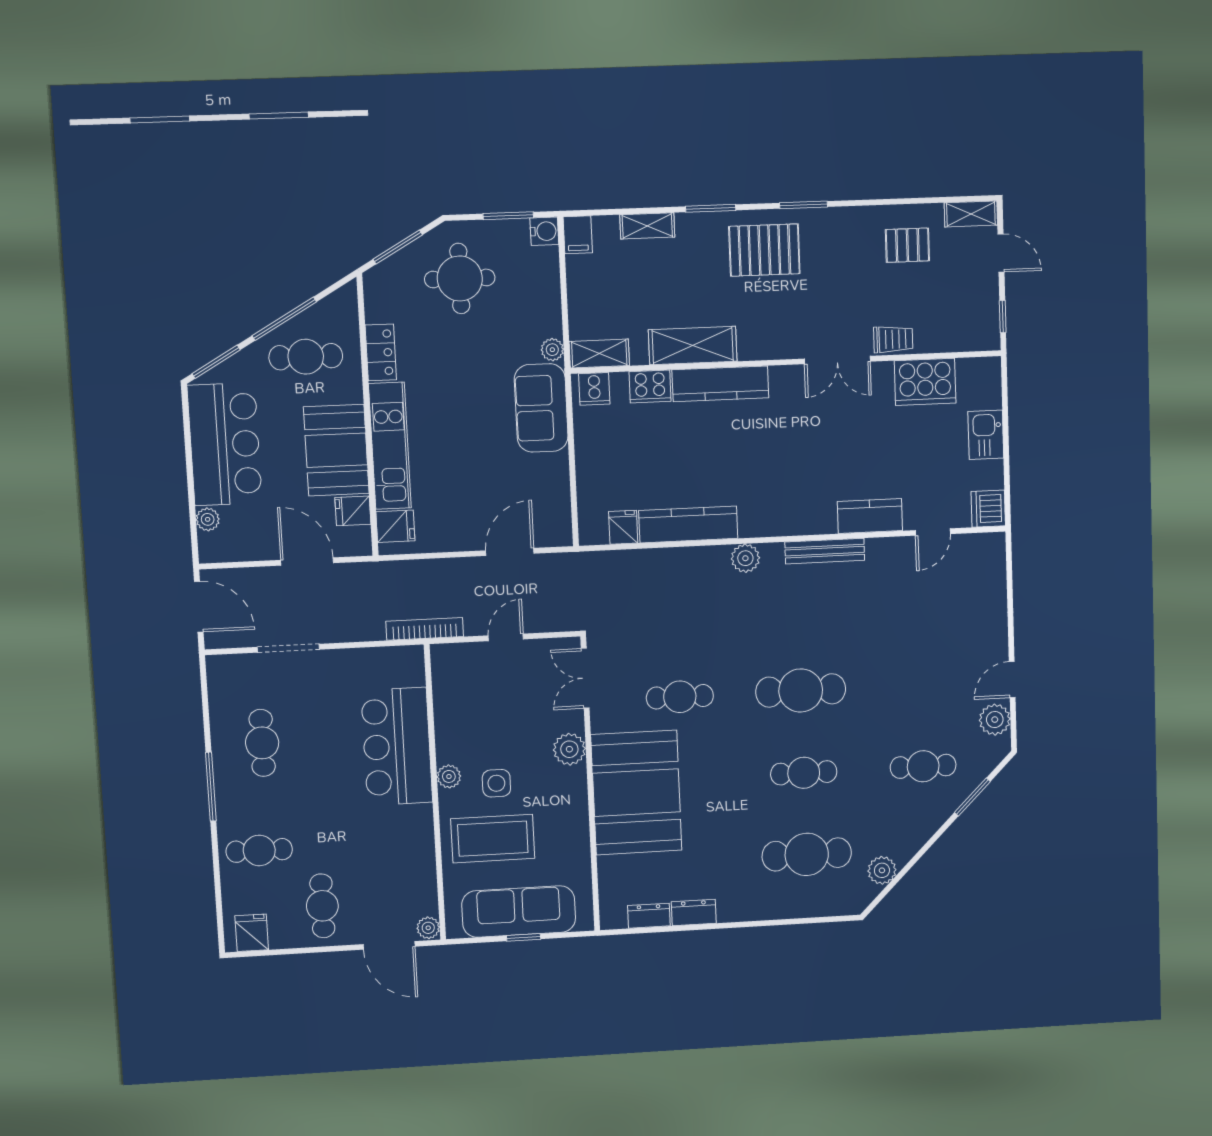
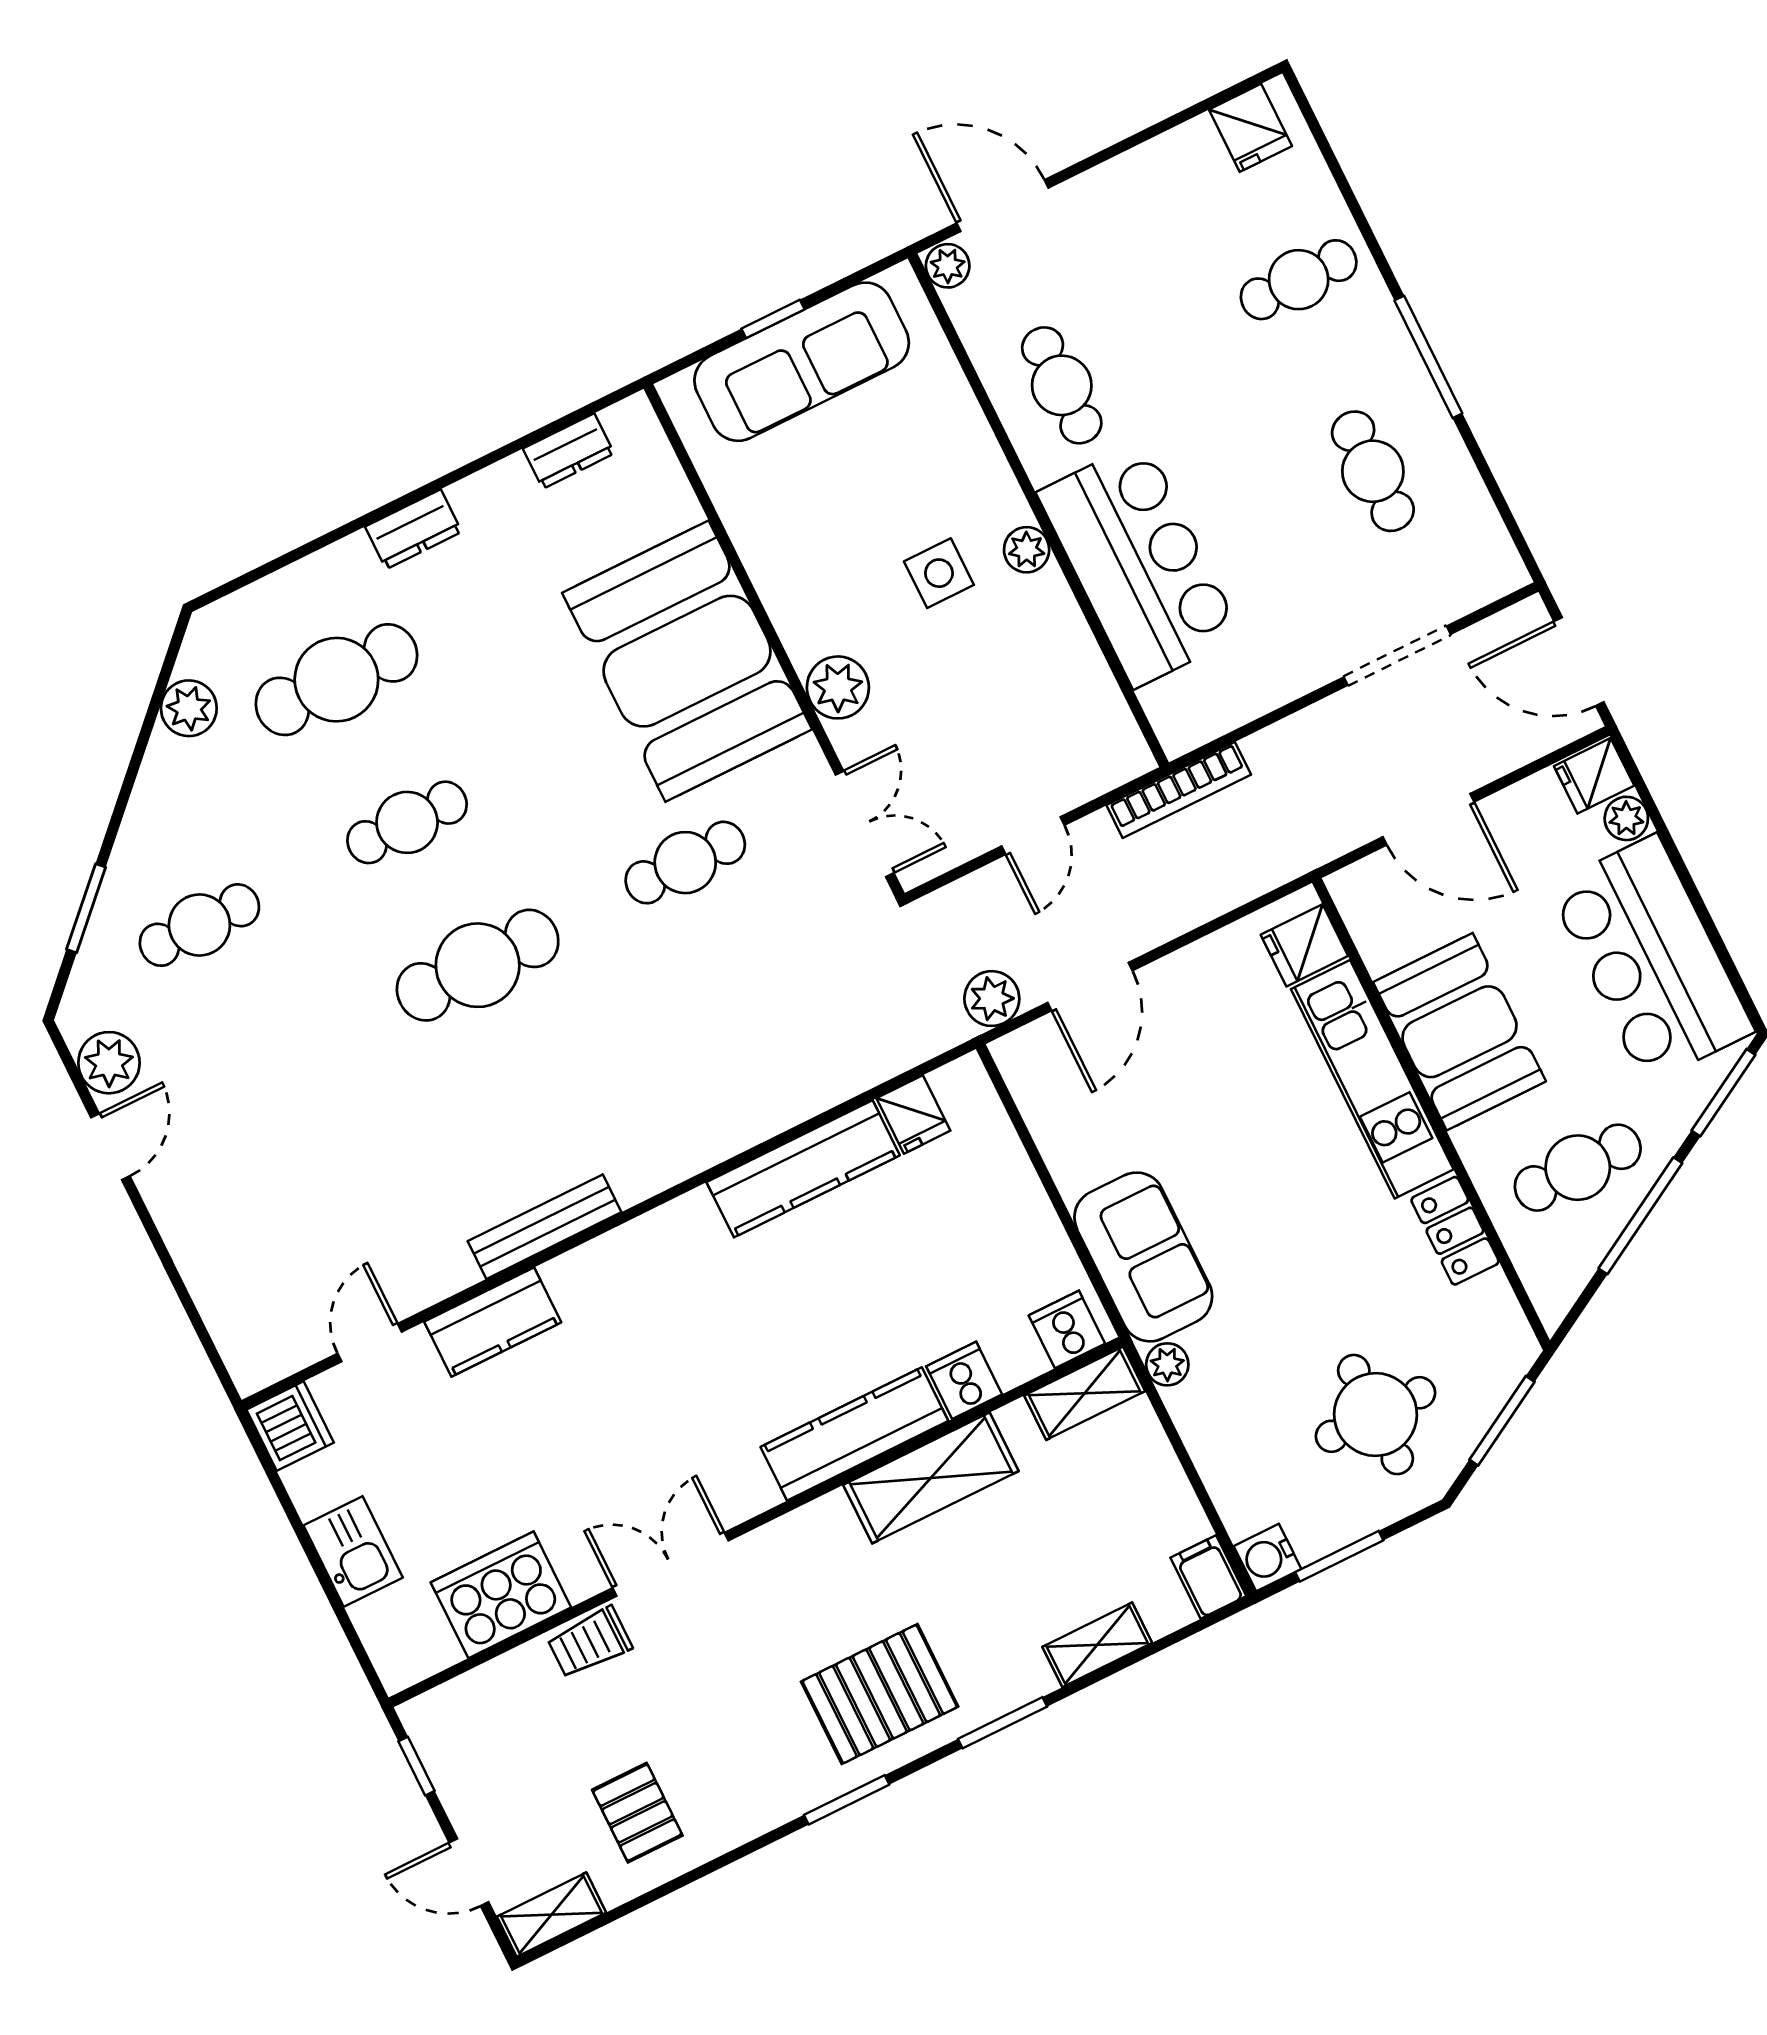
pallet: (907, 245) -> (637, 1813), turned 90
cooker: (650, 387) -> (964, 1380), width x0.73
fridge: (353, 511) -> (1594, 776), moved, turned 180
plant: (745, 558) -> (992, 999), moved
coffee table: (493, 839) -> (903, 472), removed
cafe table: (322, 906) -> (1062, 385), moved
dresser: (694, 912) -> (413, 529), moved

